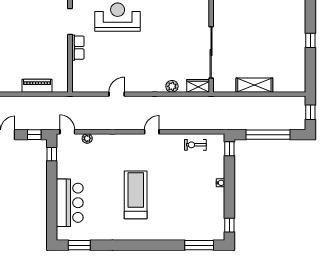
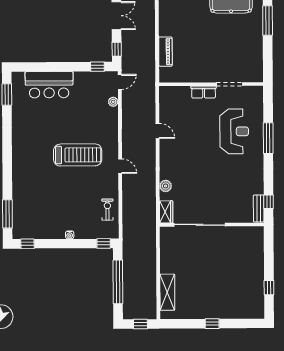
shelving: (254, 85) -> (167, 292), moved
treadmill: (136, 195) -> (78, 155), moved

